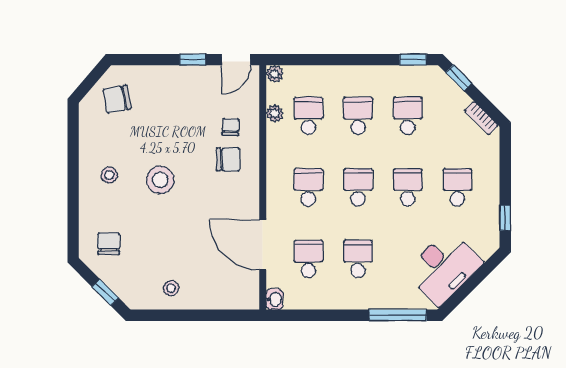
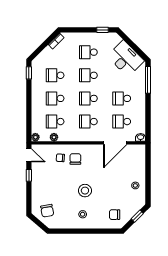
window: (459, 78) -> (37, 52), removed

